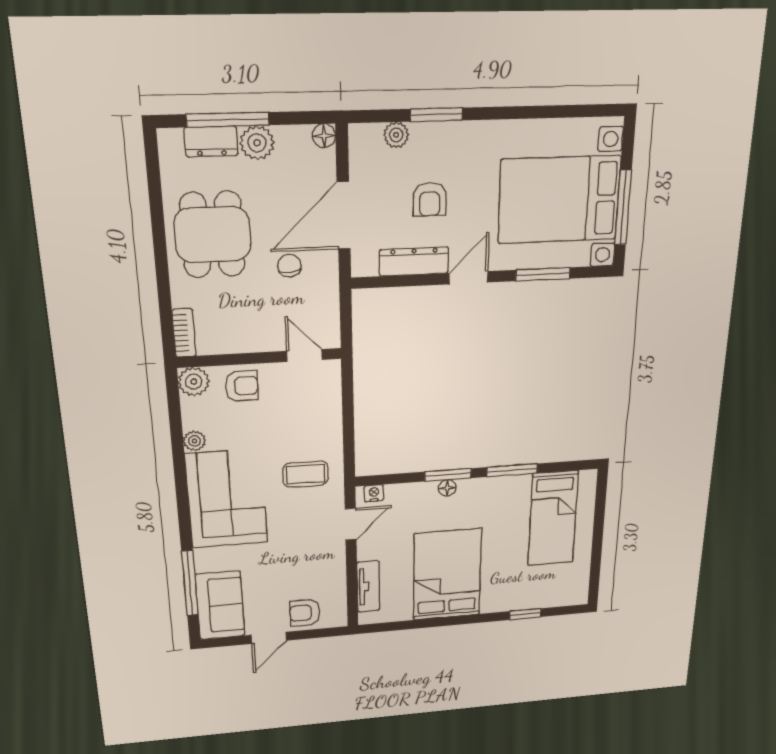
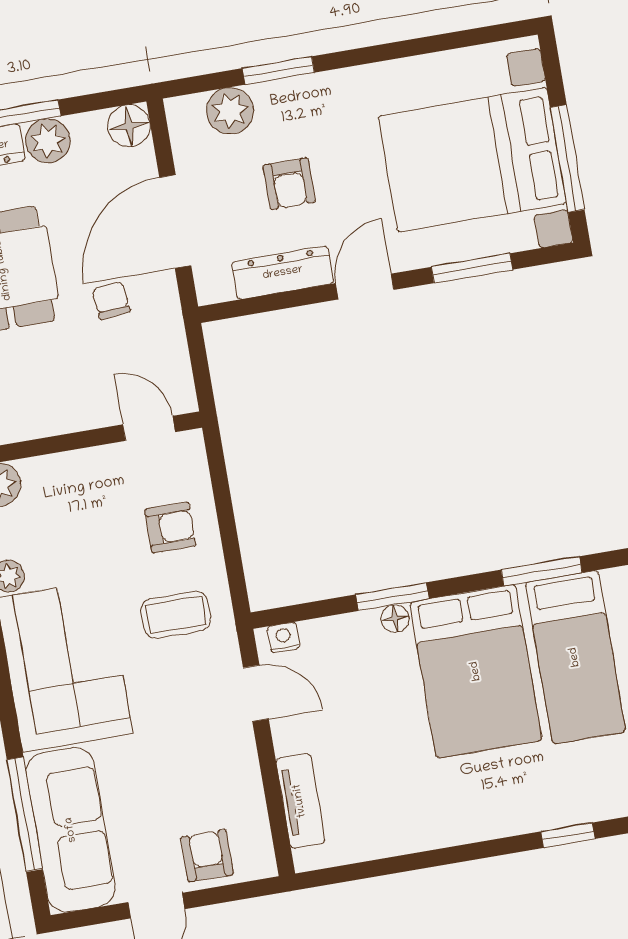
plant: (396, 135) -> (230, 111), width x1.38, depth x1.38
floor lamp: (324, 136) -> (129, 126), width x1.37, depth x1.37
armchair: (242, 386) -> (170, 527), moved
window: (512, 470) -> (542, 571), moved
door: (351, 524) -> (256, 693), hinge flipped
bed: (447, 575) -> (476, 671), moved, turned 180
sofa: (220, 605) -> (71, 830), width x1.36
armchair: (305, 613) -> (207, 856), turned 90

